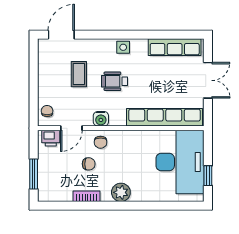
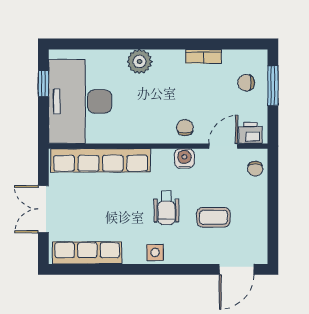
coffee table: (79, 74) -> (213, 217), turned 90
wheelchair: (115, 81) -> (166, 208), turned 90
chair: (89, 164) -> (246, 83), moved
plant: (121, 192) -> (140, 62), moved

